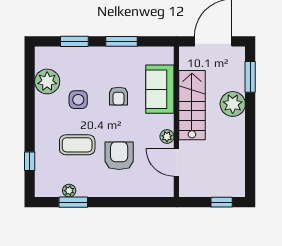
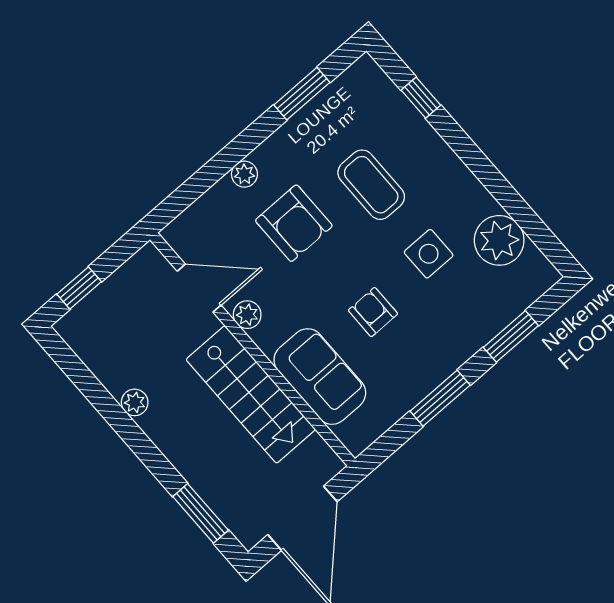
plant: (233, 104) -> (135, 402), moved, width x0.53, depth x0.53
coffee table: (77, 145) -> (371, 185), turned 90
plant: (69, 191) -> (244, 174), moved

